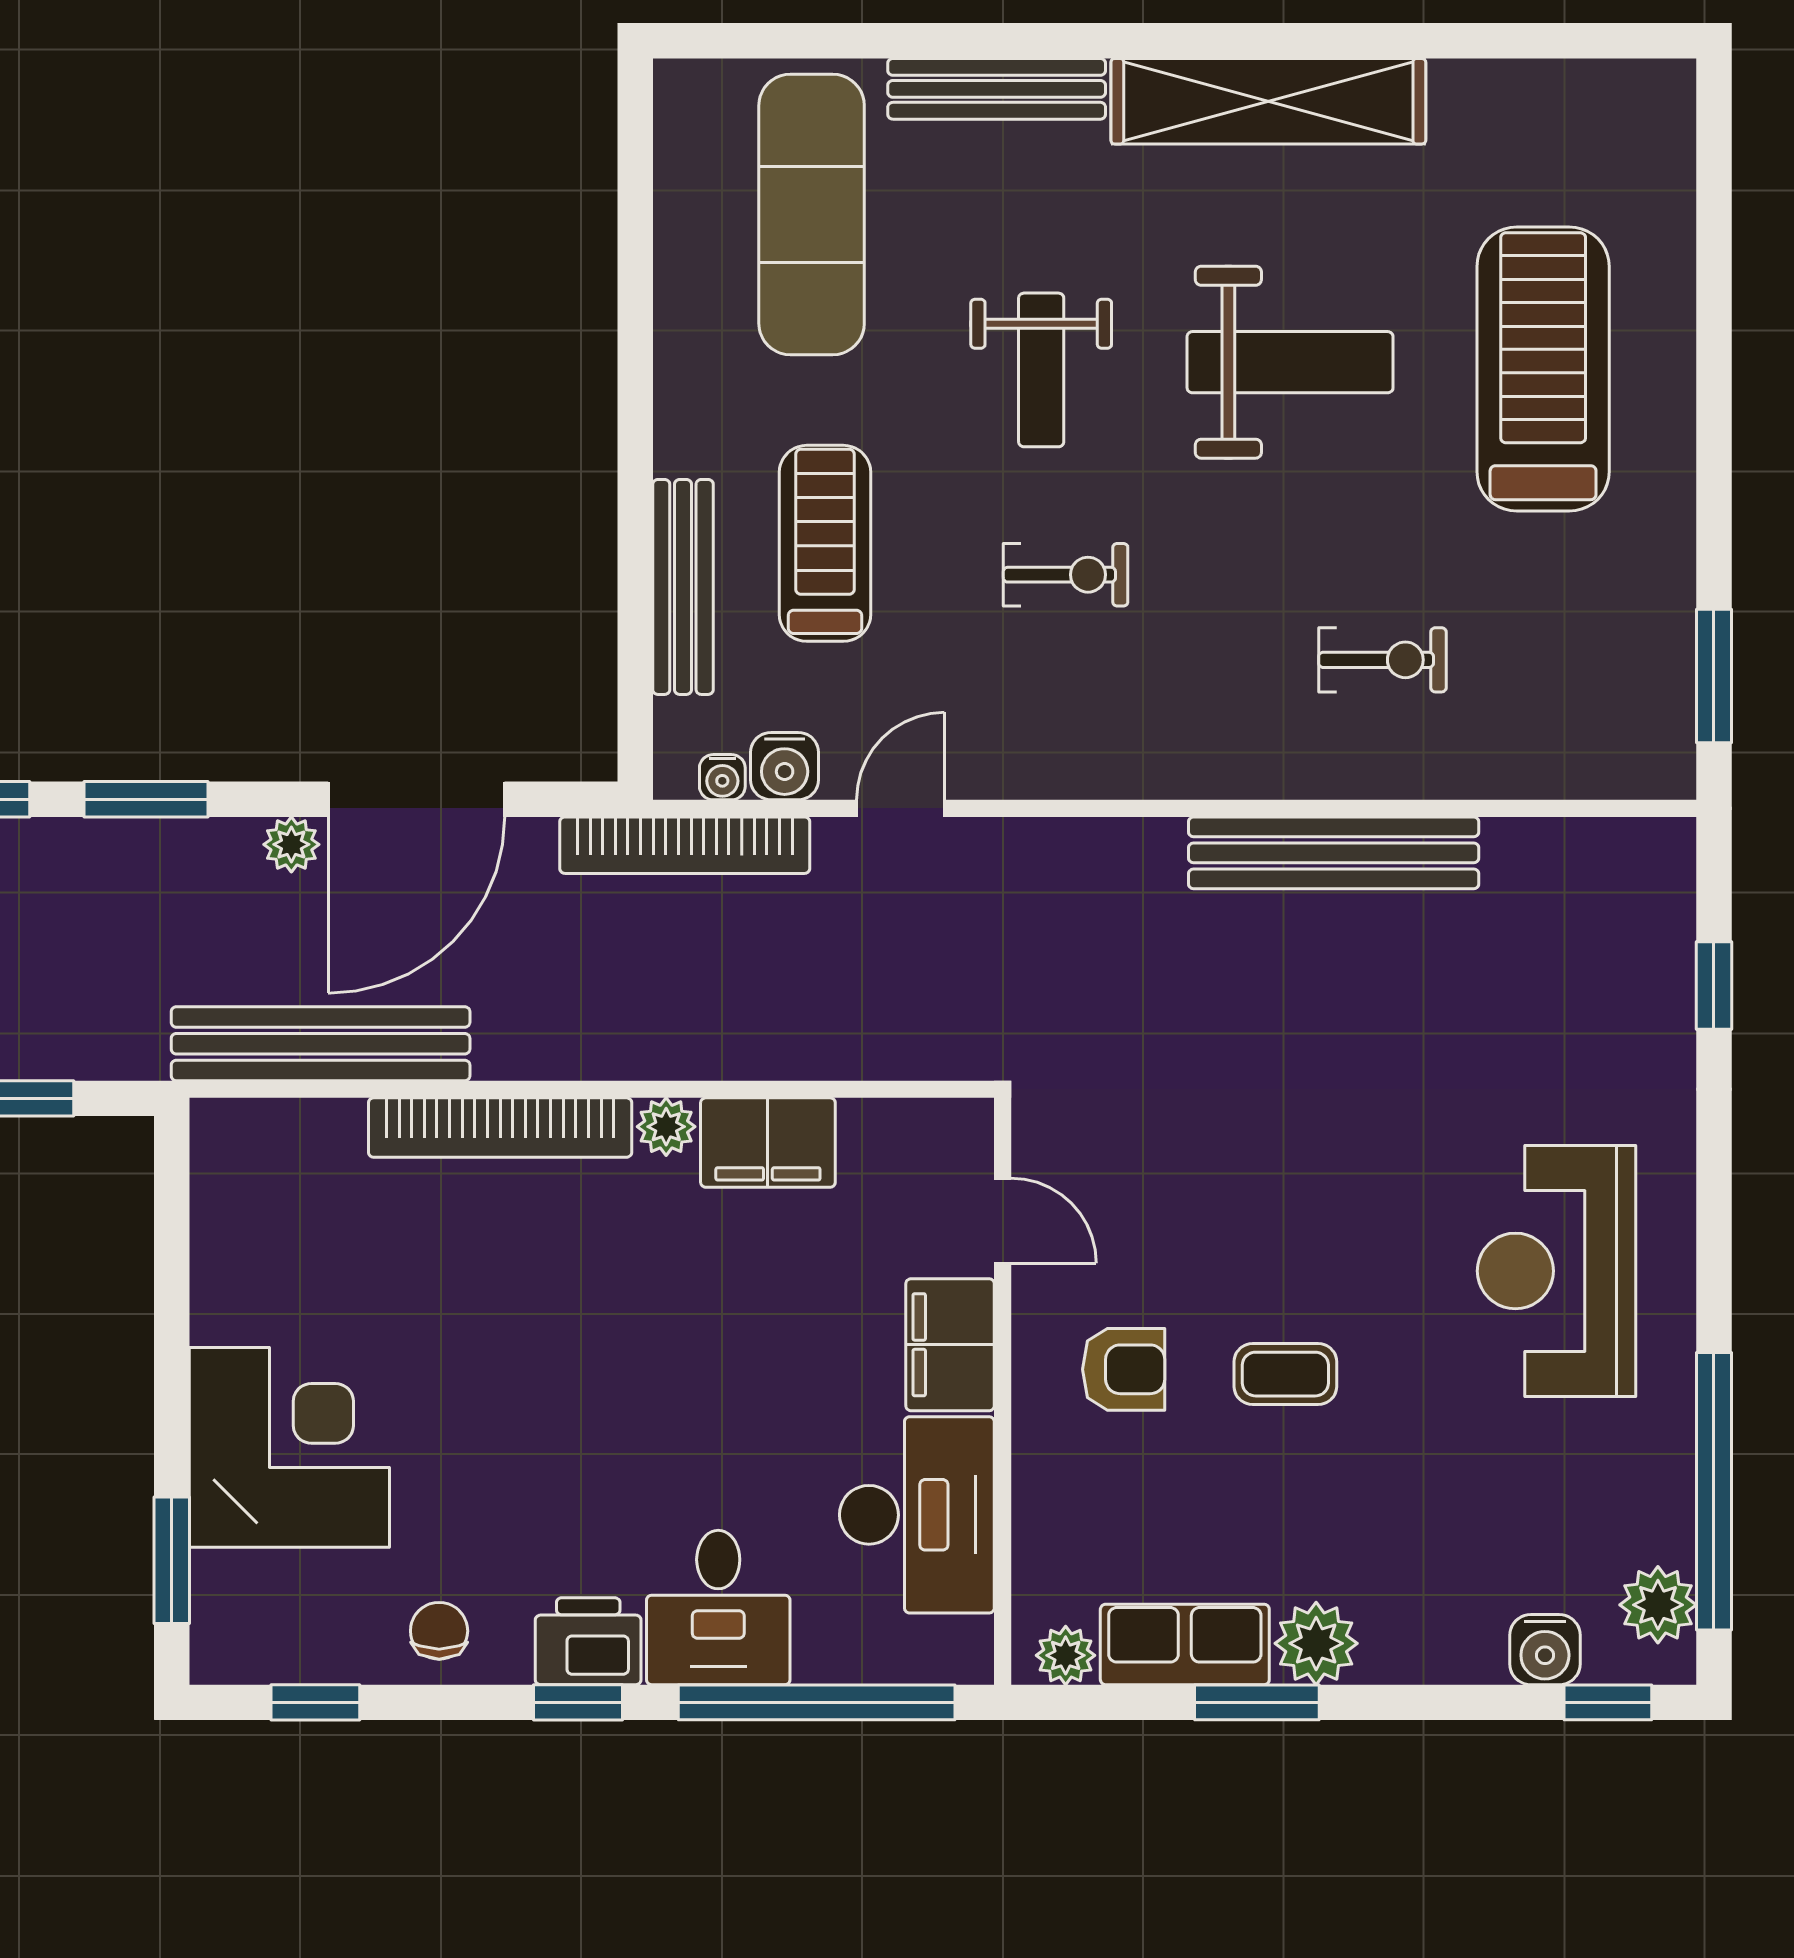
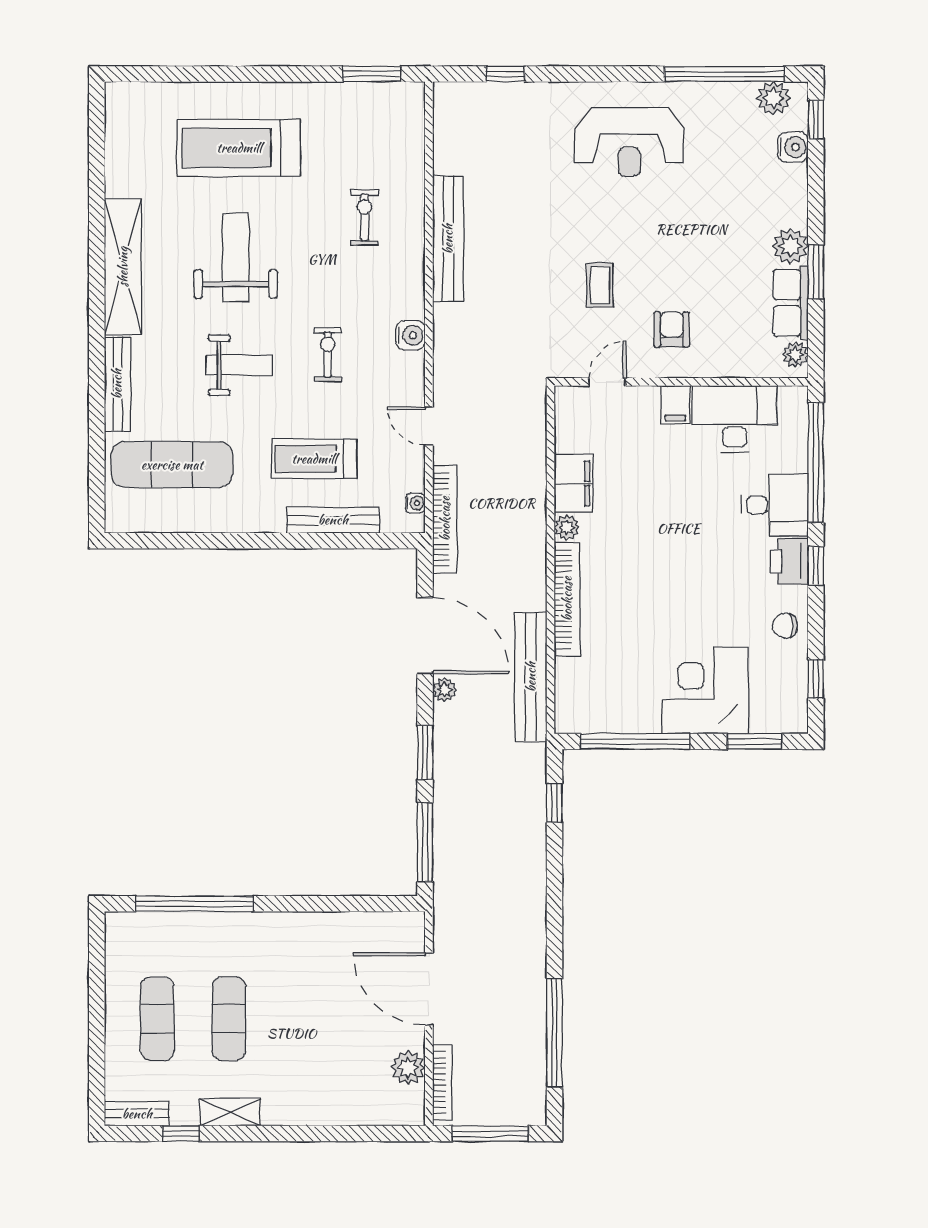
water cooler: (785, 766) -> (411, 335), moved
window: (172, 1284) -> (635, 741), added
filing cabinet: (950, 1345) -> (675, 405), width x0.50
coffee table: (1285, 1374) -> (600, 285), moved

